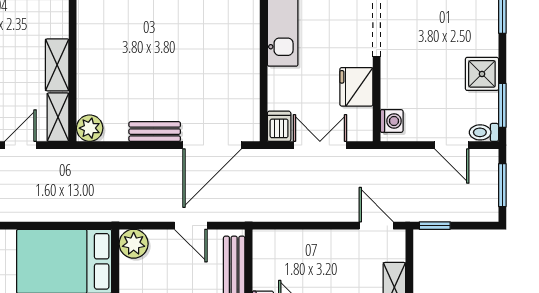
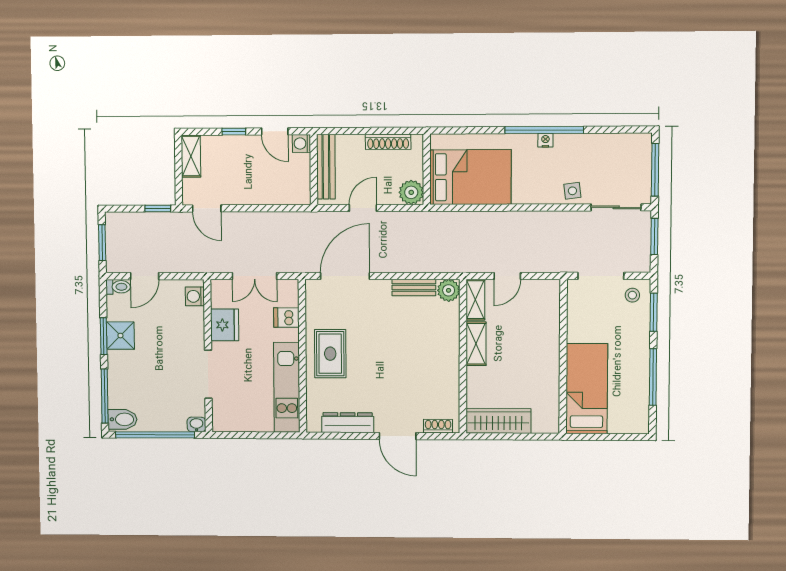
rug: (230, 53) -> (330, 354), added
window: (502, 105) -> (104, 336), moved
dishwasher: (279, 126) -> (286, 318), moved, turned 90
bench: (155, 132) -> (414, 287), moved
door: (452, 145) -> (145, 276), swing flipped
door: (191, 226) -> (363, 208), hinge flipped

